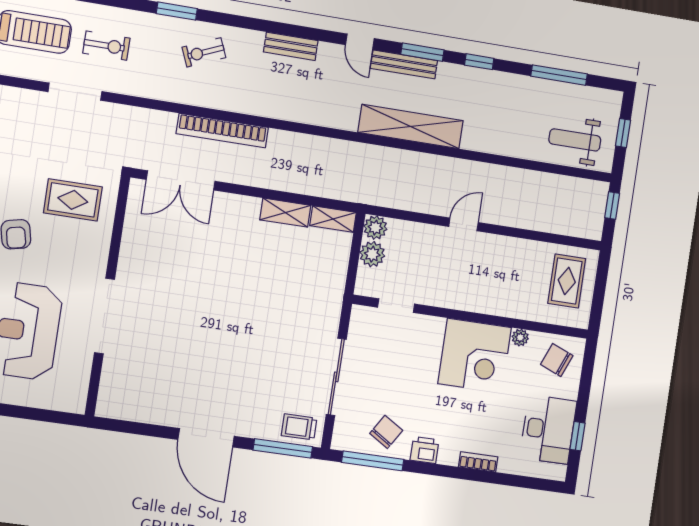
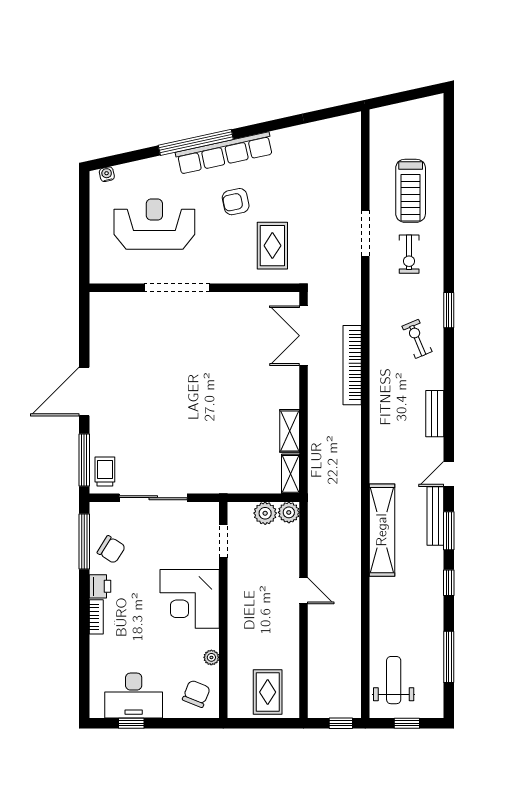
rug: (567, 281) -> (268, 692), turned 90
corner desk: (475, 356) -> (190, 599), moved
bookcase: (478, 462) -> (96, 617), moved

